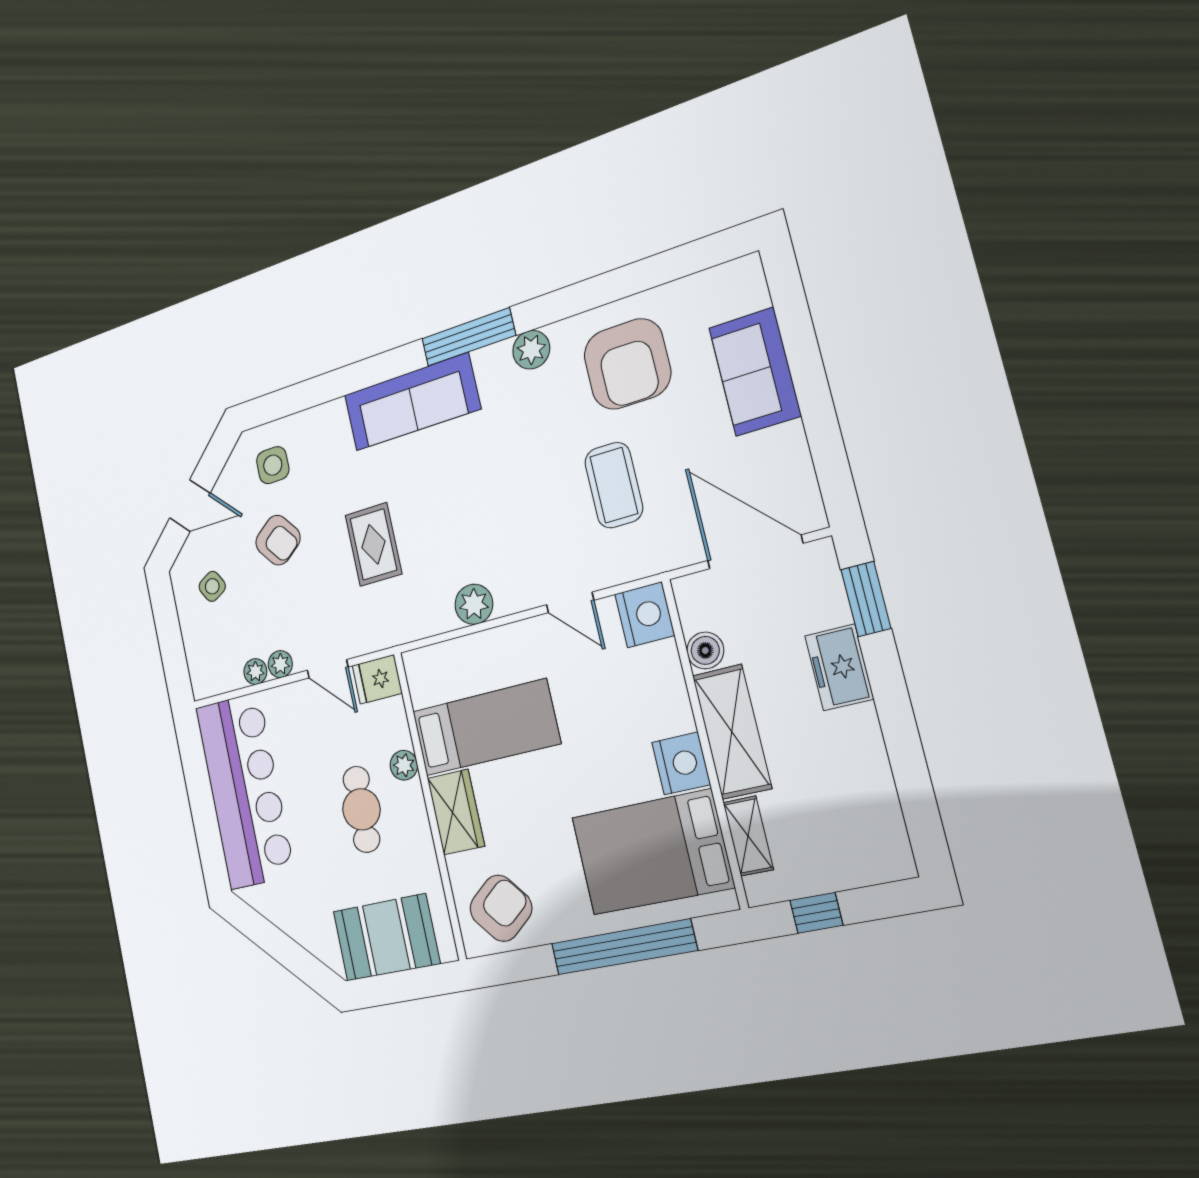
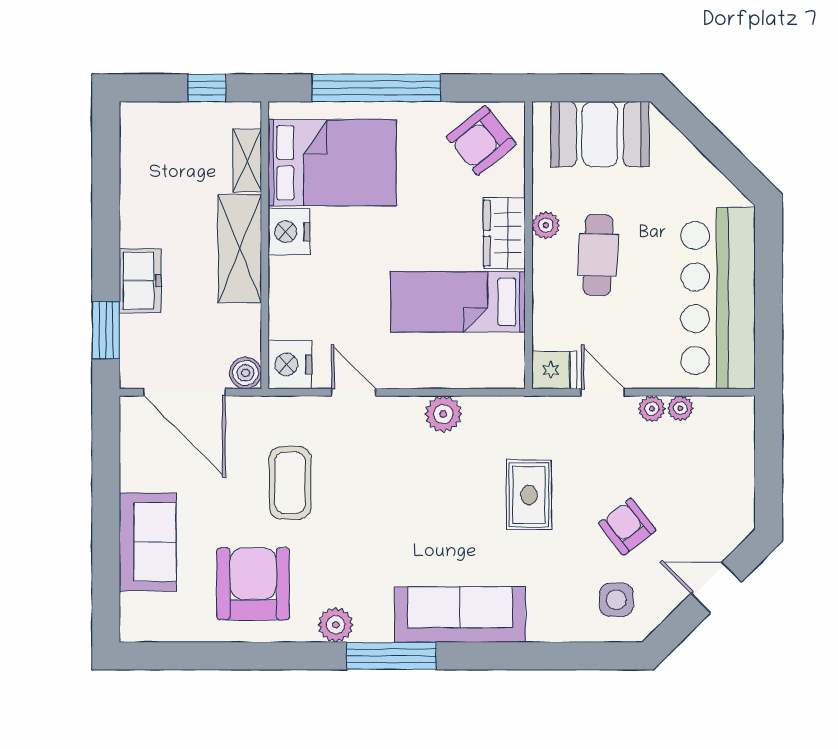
side table: (212, 586) -> (709, 502), removed
boiler: (705, 650) -> (245, 373), moved
plant: (404, 765) -> (546, 225), moved

